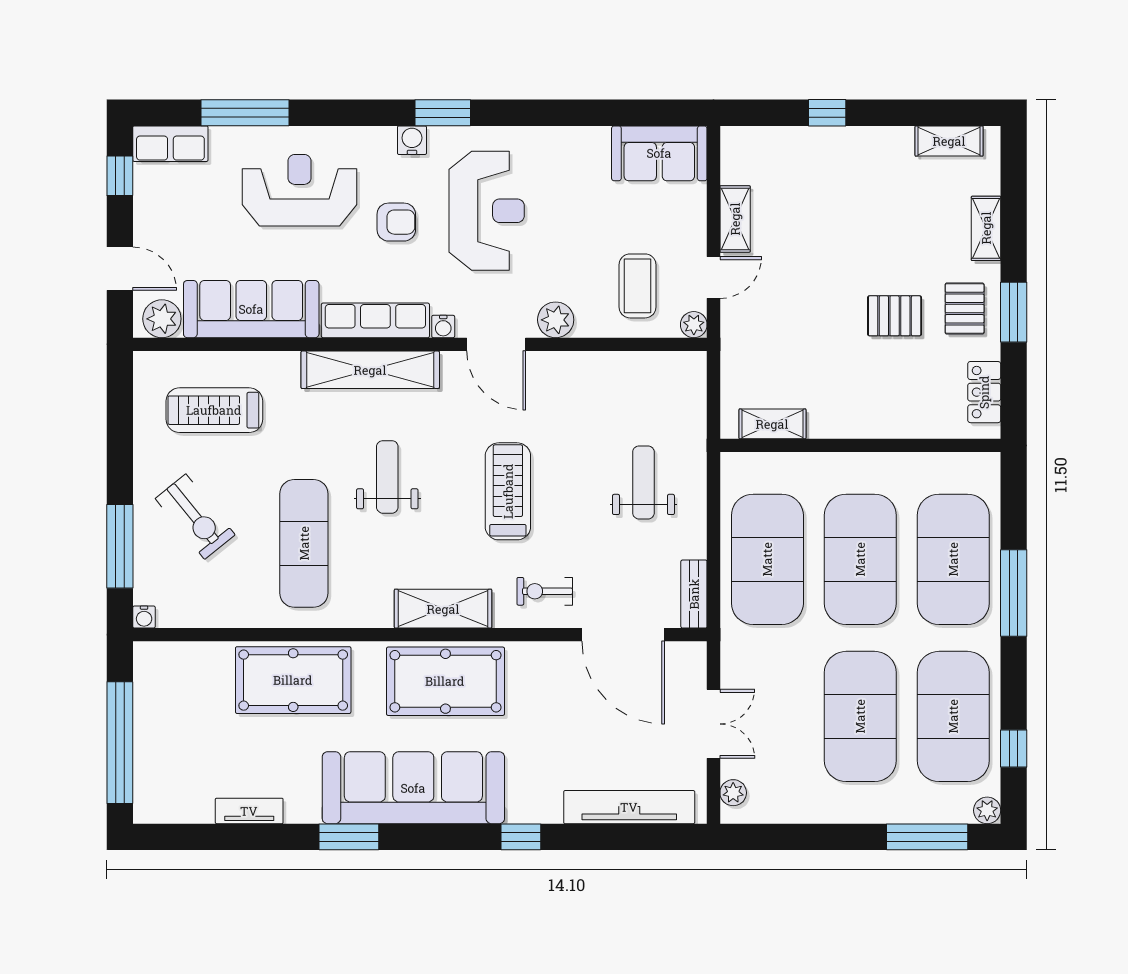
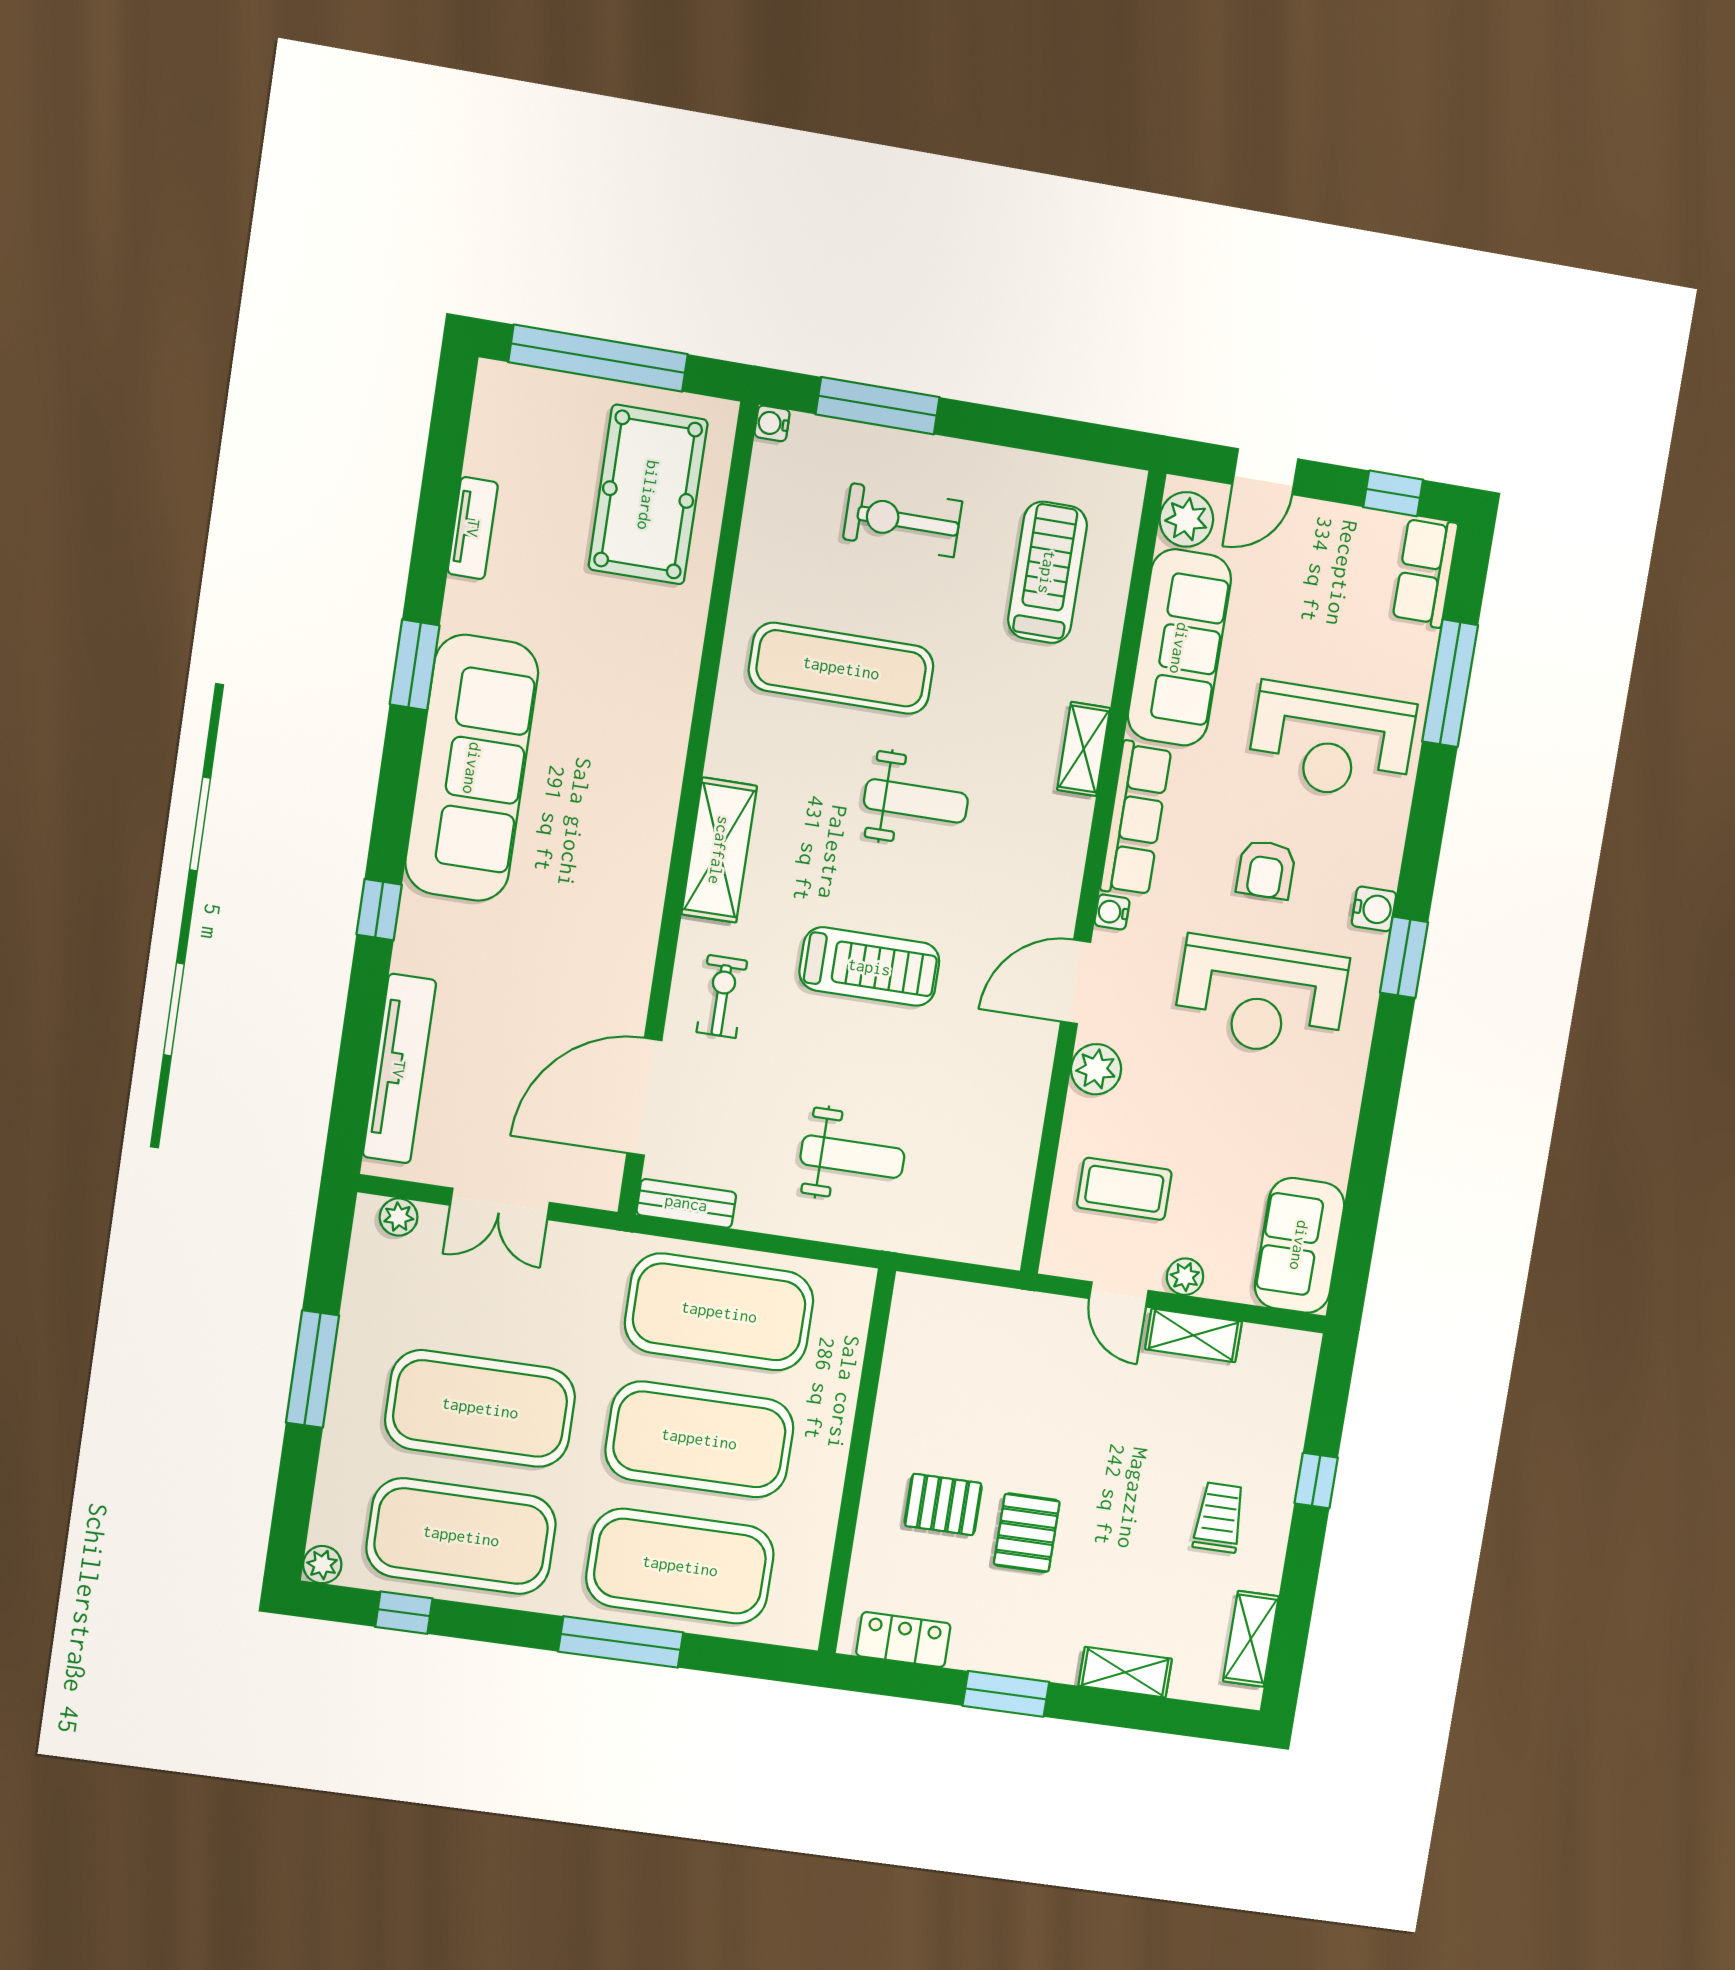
trolley: (864, 179) -> (1219, 1517), added
reception desk: (299, 190) -> (1332, 742), turned 90
pallet: (965, 309) -> (943, 1504), moved
plant: (694, 325) -> (1185, 1277), moved
shelving: (370, 370) -> (1084, 749), width x0.45, depth x0.75
shelving: (772, 424) -> (905, 1346), removed
exercise bike: (195, 517) -> (903, 520), turned 39
pool table: (293, 680) -> (648, 495), moved
pool table: (445, 681) -> (616, 837), removed
window: (927, 837) -> (313, 1369), moved

